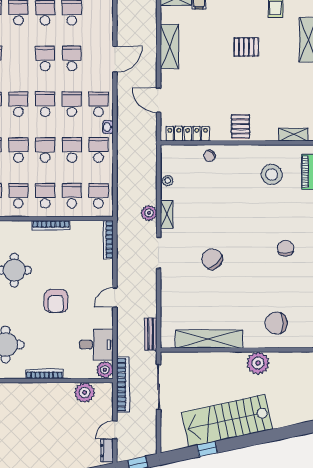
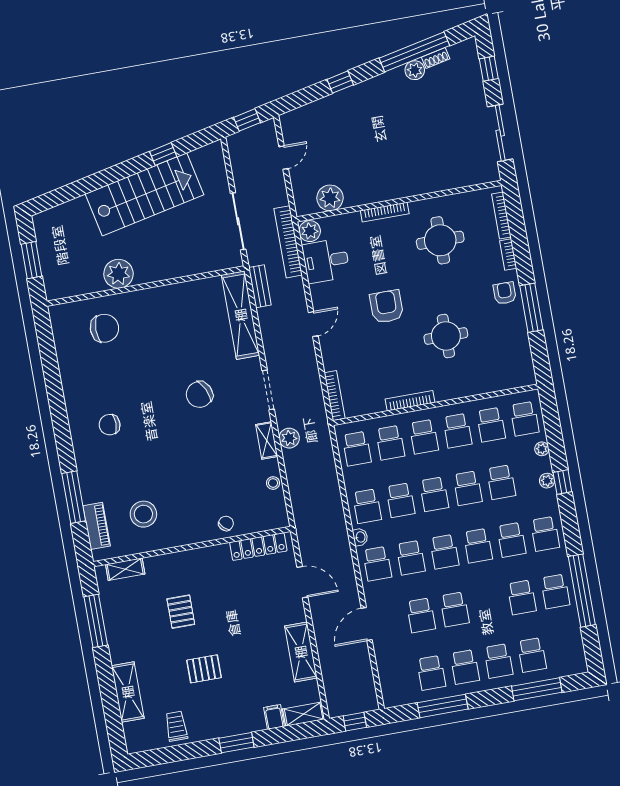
pallet: (240, 126) -> (181, 612), moved
chair: (285, 248) -> (110, 425), turned 90
chair: (212, 259) -> (199, 394), turned 109
shelving: (209, 339) -> (241, 315), moved, turned 90
bookcase: (123, 385) -> (288, 242), moved
dresser: (107, 451) -> (289, 130), removed

